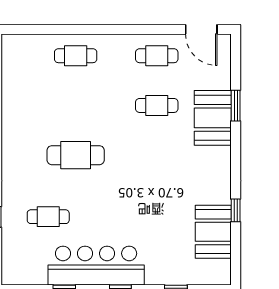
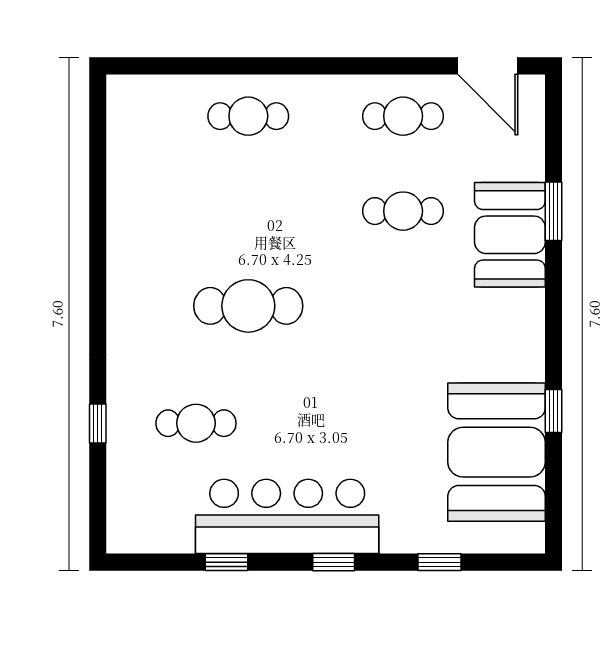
booth: (213, 232) -> (497, 452), width x1.36, depth x1.42

